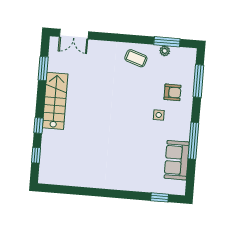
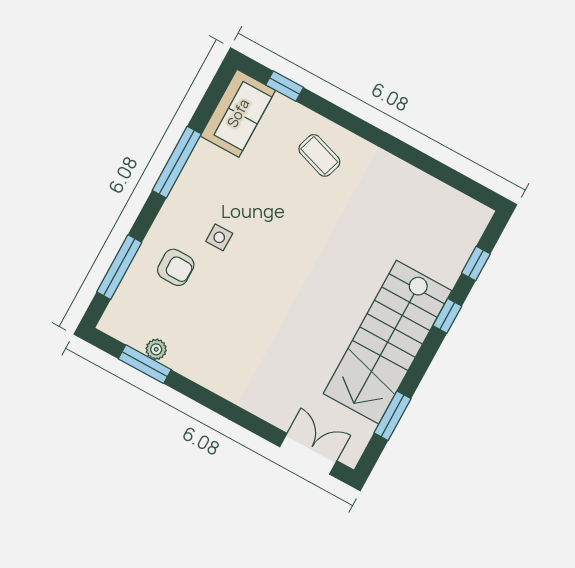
coffee table: (136, 58) -> (319, 155), moved
armchair: (172, 92) -> (176, 267), turned 180
stairs: (55, 101) -> (388, 342), width x1.36, depth x1.51
sofa: (177, 160) -> (238, 113), moved

